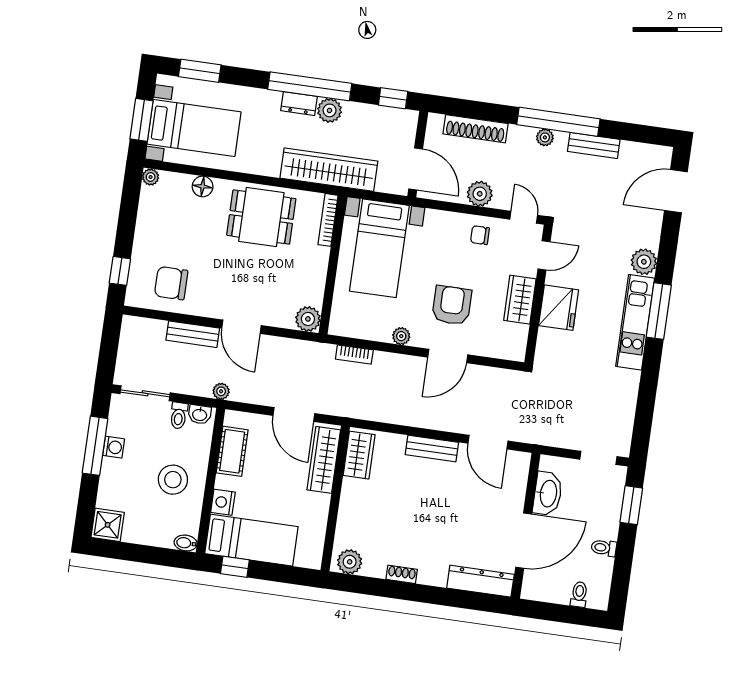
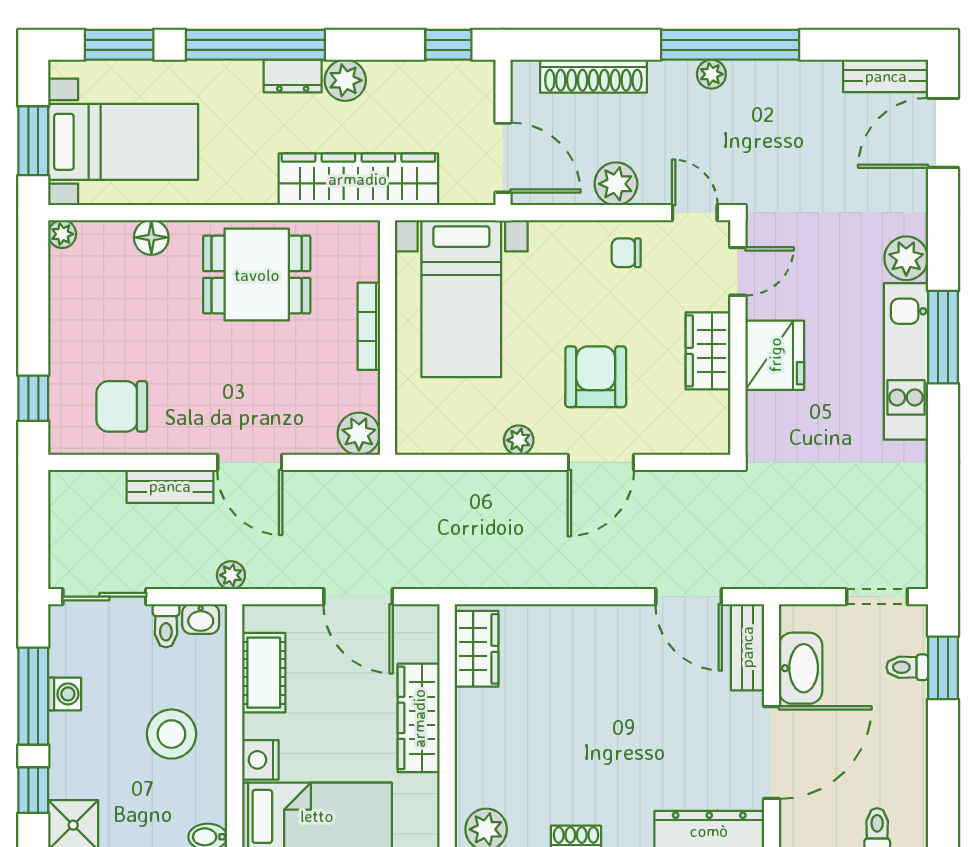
window: (310, 86) -> (255, 45), moved
bench: (594, 145) -> (886, 76), moved
bookcase: (328, 220) -> (369, 326), moved
bookcase: (354, 355) -> (445, 482), removed
bench: (432, 448) -> (747, 647), moved, turned 90
wardrobe: (324, 460) -> (419, 718), moved
window: (87, 501) -> (33, 790), added
toilet: (604, 548) -> (907, 667), moved

